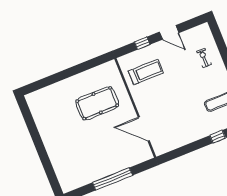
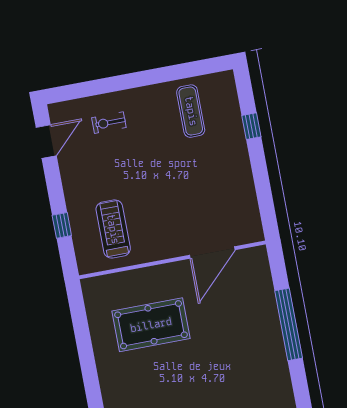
door: (169, 32) -> (46, 142), moved
pool table: (97, 103) -> (151, 325), turned 90

